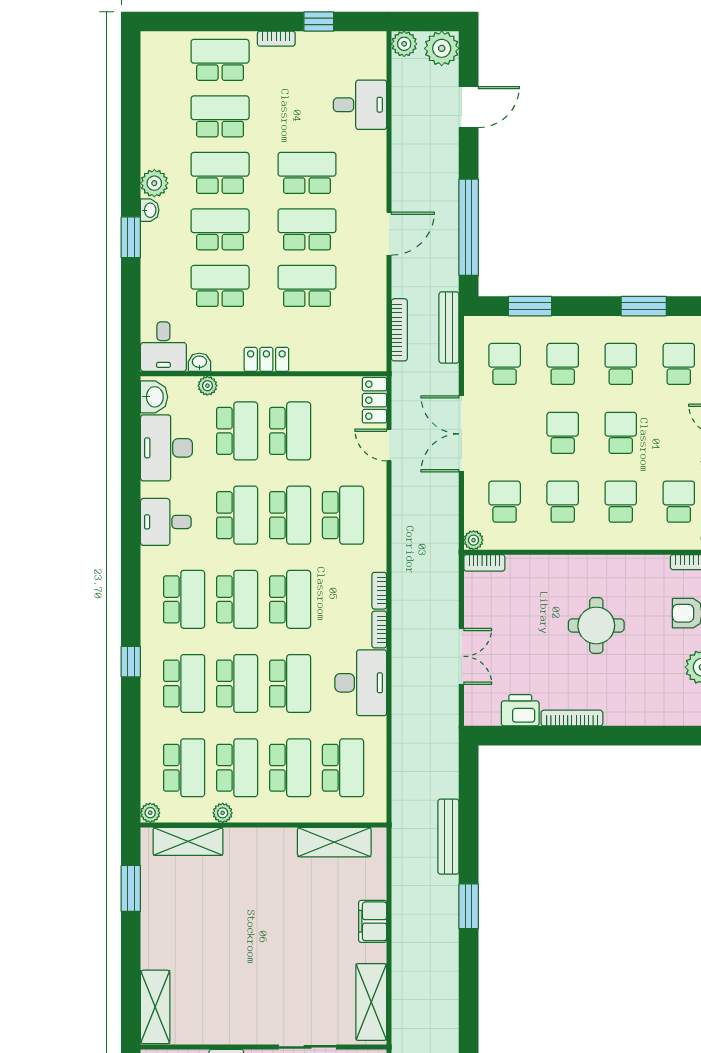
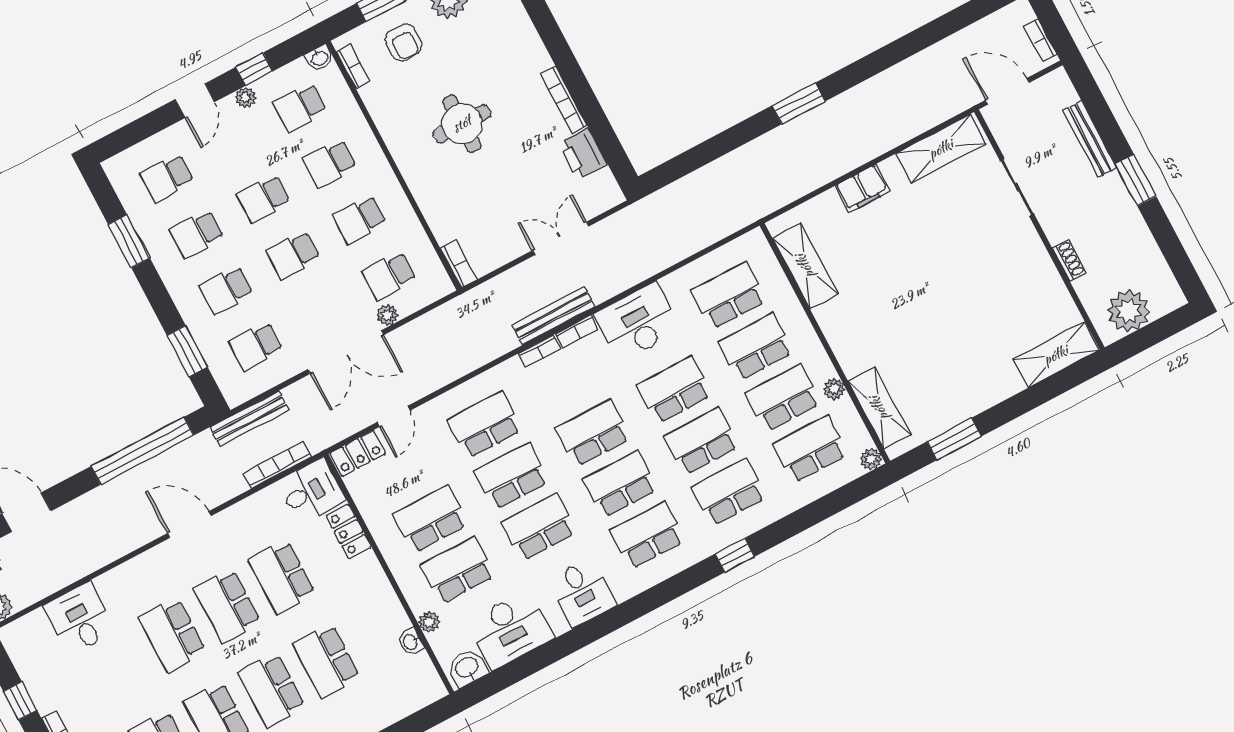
desk: (163, 347) -> (311, 491), moved
locker: (266, 359) -> (349, 531), moved
plant: (473, 540) -> (387, 315), moved
bench: (448, 837) -> (553, 316), moved

